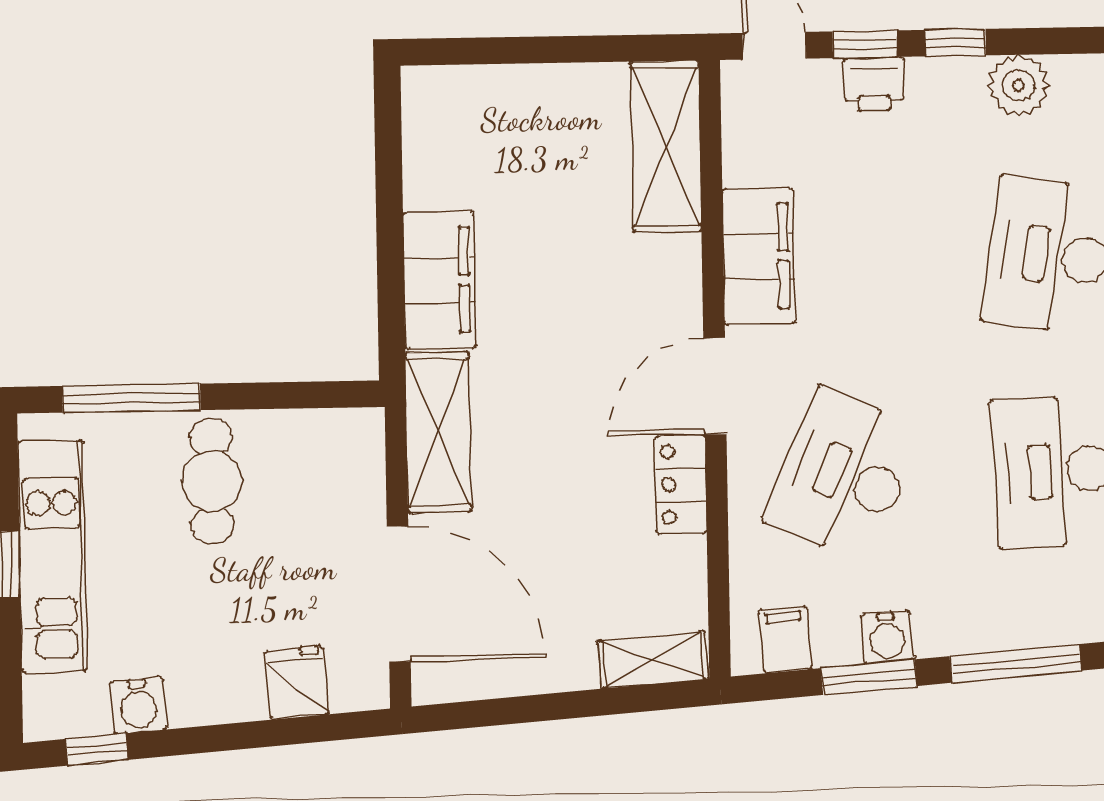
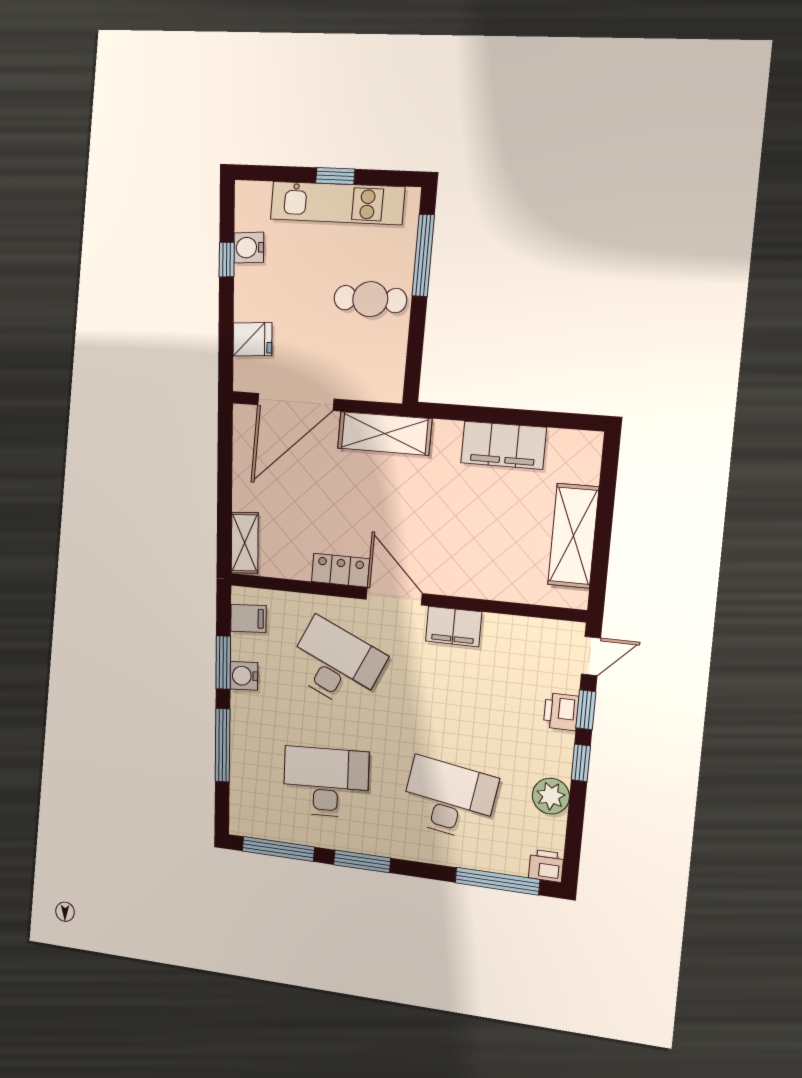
shelving: (666, 146) -> (573, 536), moved, turned 90
filing cabinet: (759, 256) -> (454, 627), width x0.67, depth x0.86
filing cabinet: (440, 280) -> (503, 445), moved
window: (97, 749) -> (227, 260), moved

